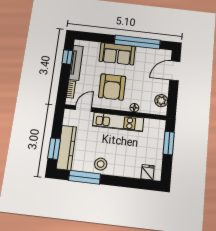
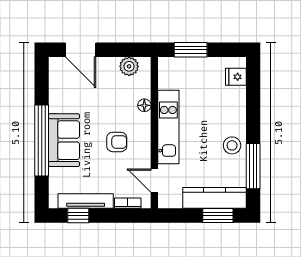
window: (137, 42) -> (42, 140), moved
armchair: (112, 87) -> (117, 142), width x0.53, depth x0.53

